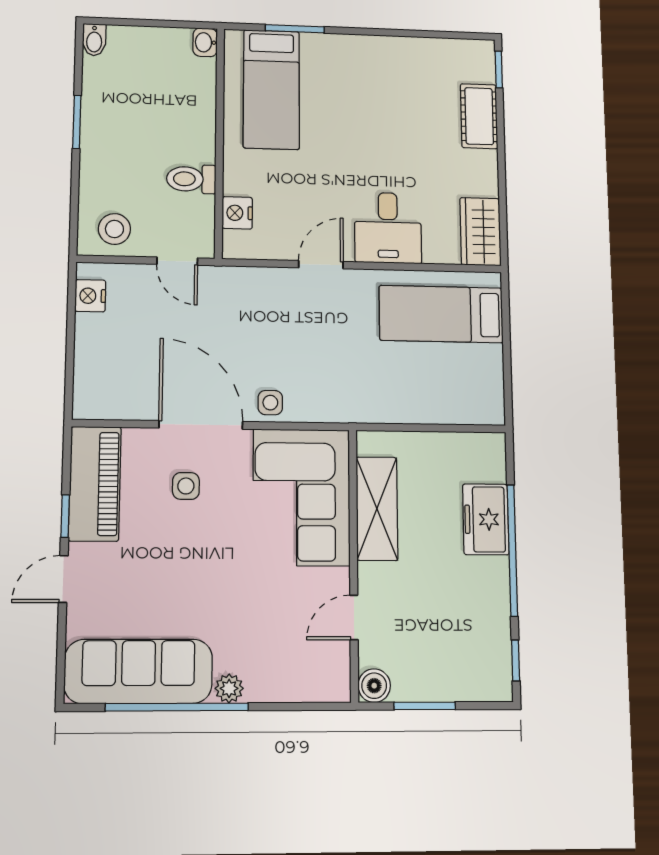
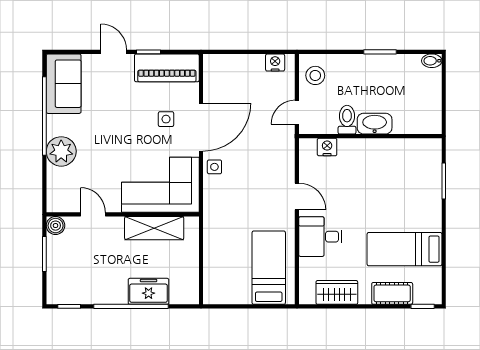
washbasin: (205, 42) -> (375, 124), moved, width x1.91, depth x1.45
bed: (271, 89) -> (404, 249), moved
wardrobe: (480, 232) -> (337, 292), moved
sofa: (138, 671) -> (64, 84), width x0.73
plant: (229, 688) -> (61, 151), width x1.88, depth x1.88

